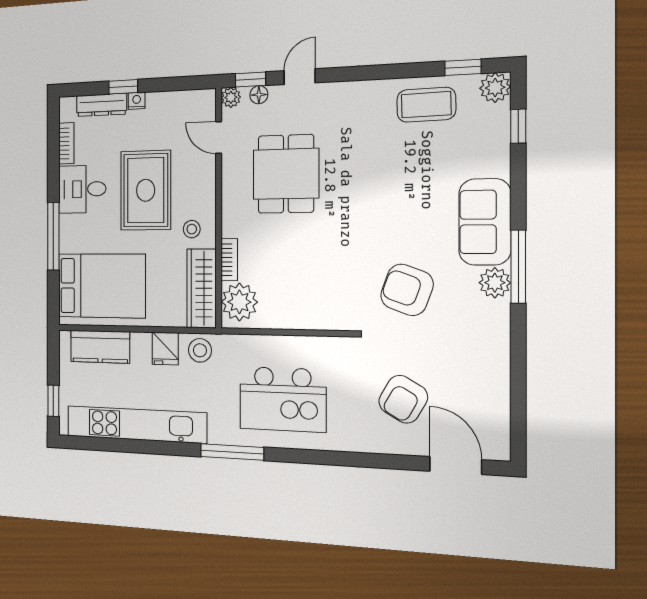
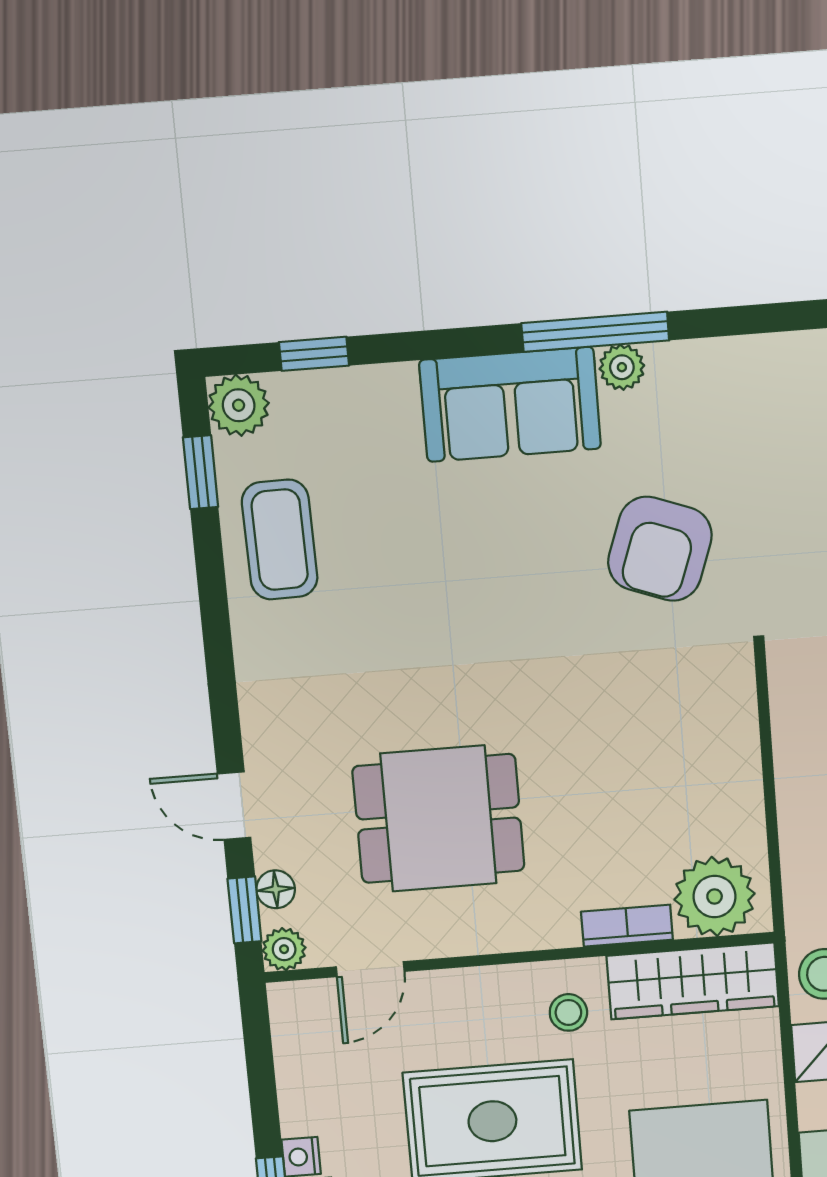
plant: (495, 283) -> (622, 367), width x0.73, depth x0.73

